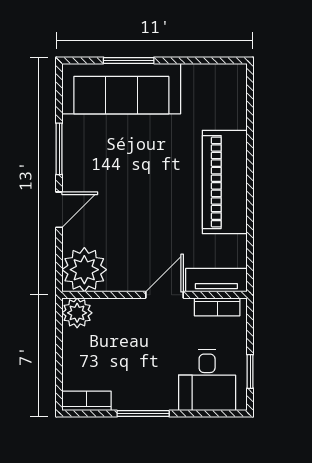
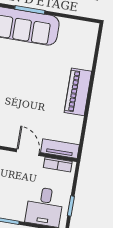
piano: (225, 182) -> (78, 92), width x0.73, depth x0.75
door: (165, 295) -> (28, 152), hinge flipped

